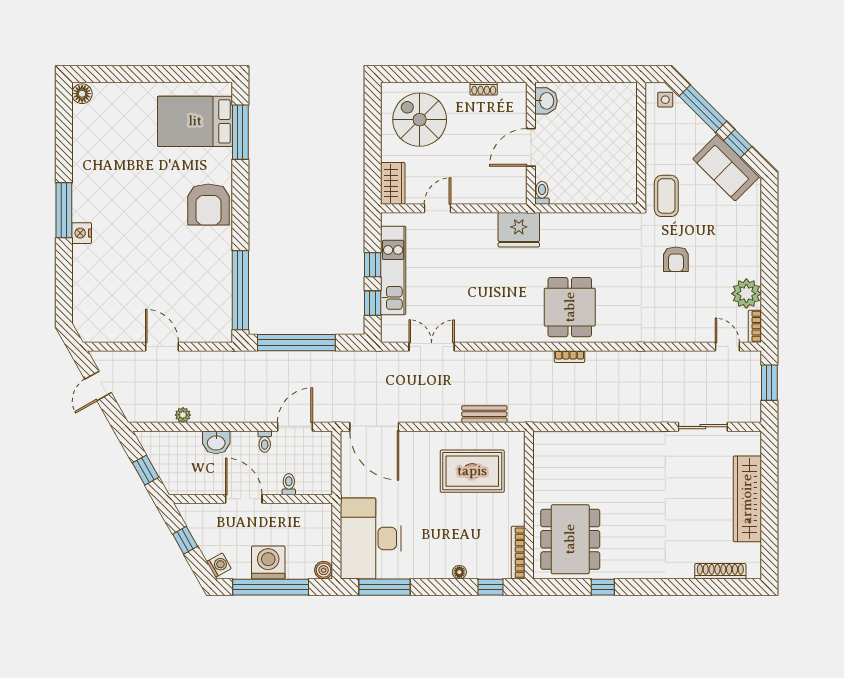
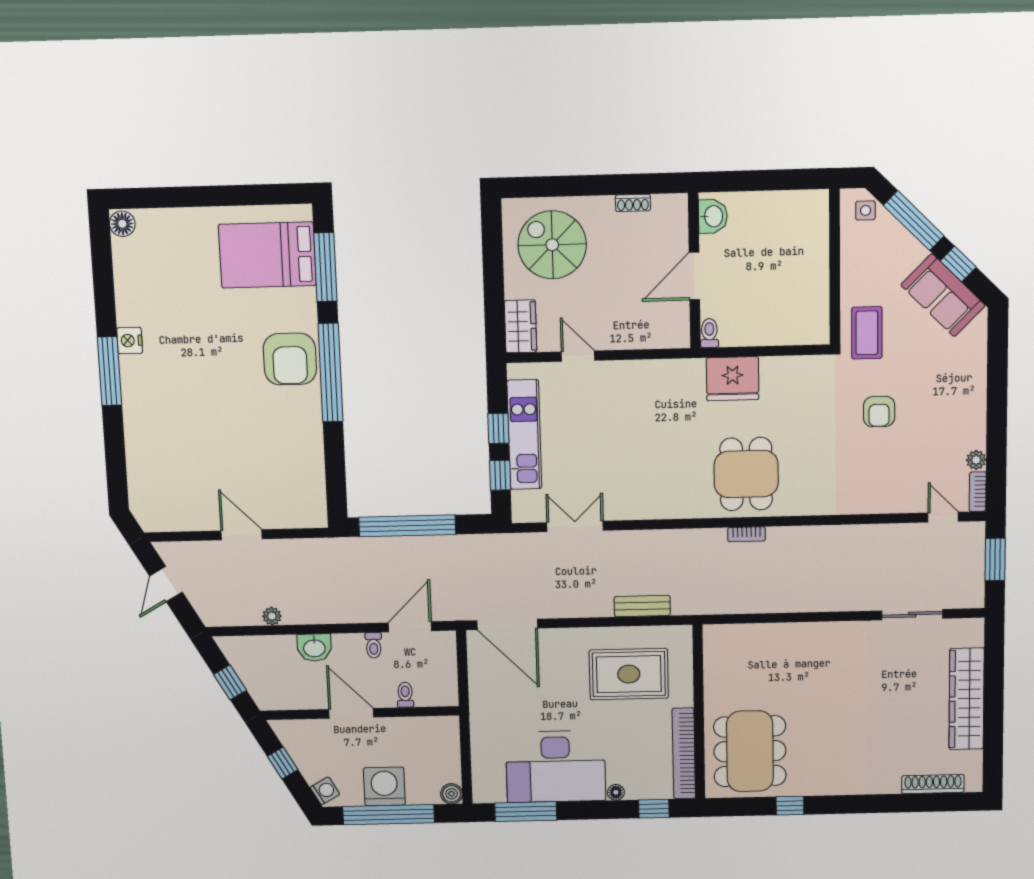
door: (438, 208) -> (578, 356), hinge flipped
fridge: (519, 230) -> (733, 379), moved
nightstand: (82, 233) -> (130, 341), moved
window: (240, 290) -> (330, 373), moved
plant: (746, 294) -> (976, 460), width x0.53, depth x0.53
desk: (371, 538) -> (556, 767), moved, turned -90
bookcase: (518, 553) -> (684, 753), width x1.48, depth x1.31

